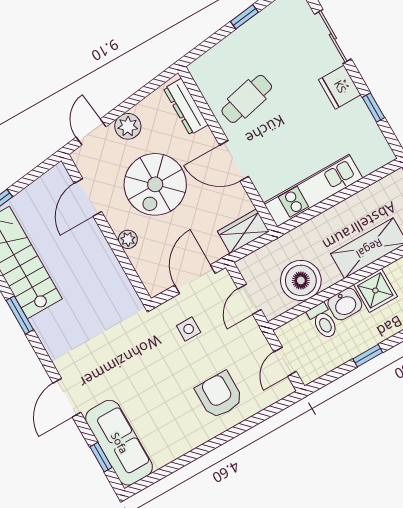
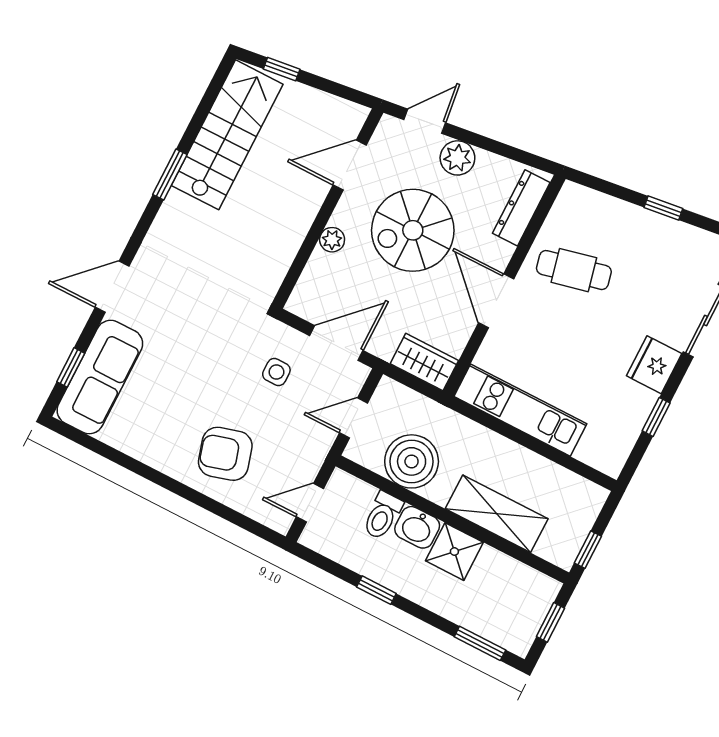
armchair: (219, 395) -> (225, 454), turned -106

